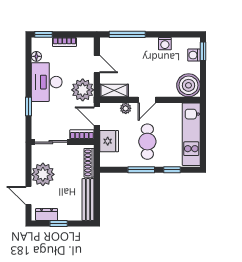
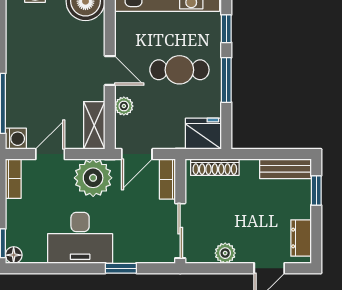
bookcase: (64, 42) -> (13, 179), moved
washing machine: (165, 44) -> (16, 139), moved
floor lamp: (36, 56) -> (14, 255), moved
fridge: (109, 141) -> (203, 134), moved
plant: (43, 174) -> (225, 253), width x0.53, depth x0.53
bench: (88, 200) -> (286, 169), width x0.73
window: (59, 224) -> (316, 190), moved

